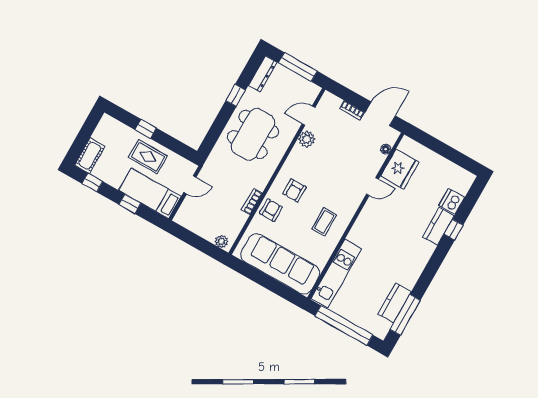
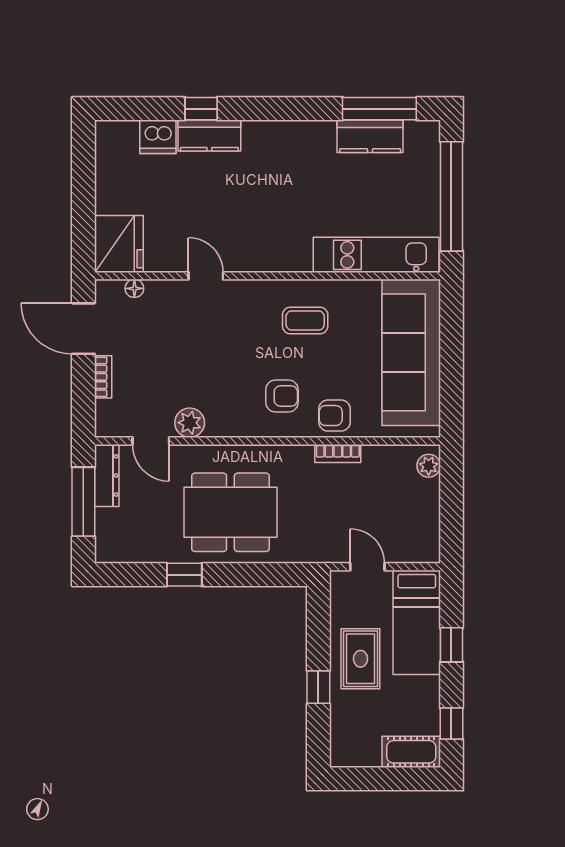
dresser: (263, 74) -> (107, 475), moved, turned 90
fridge: (400, 169) -> (119, 244), moved, turned 90

